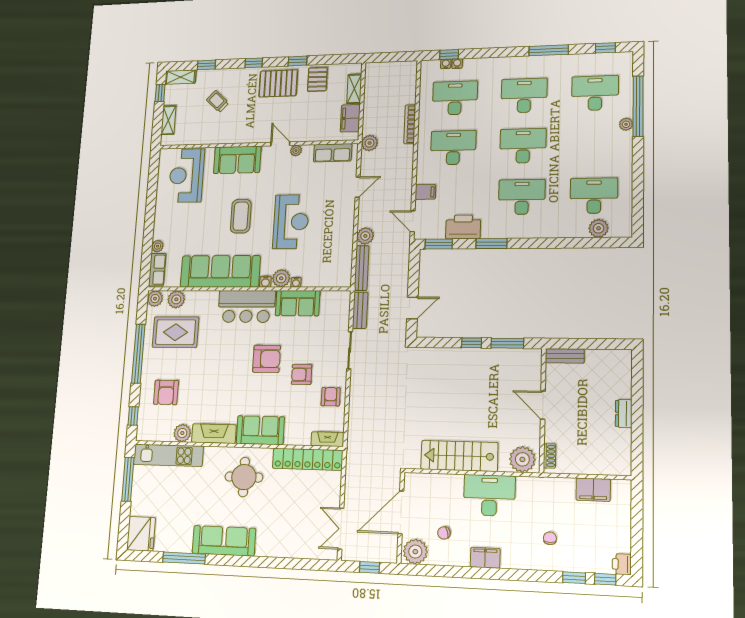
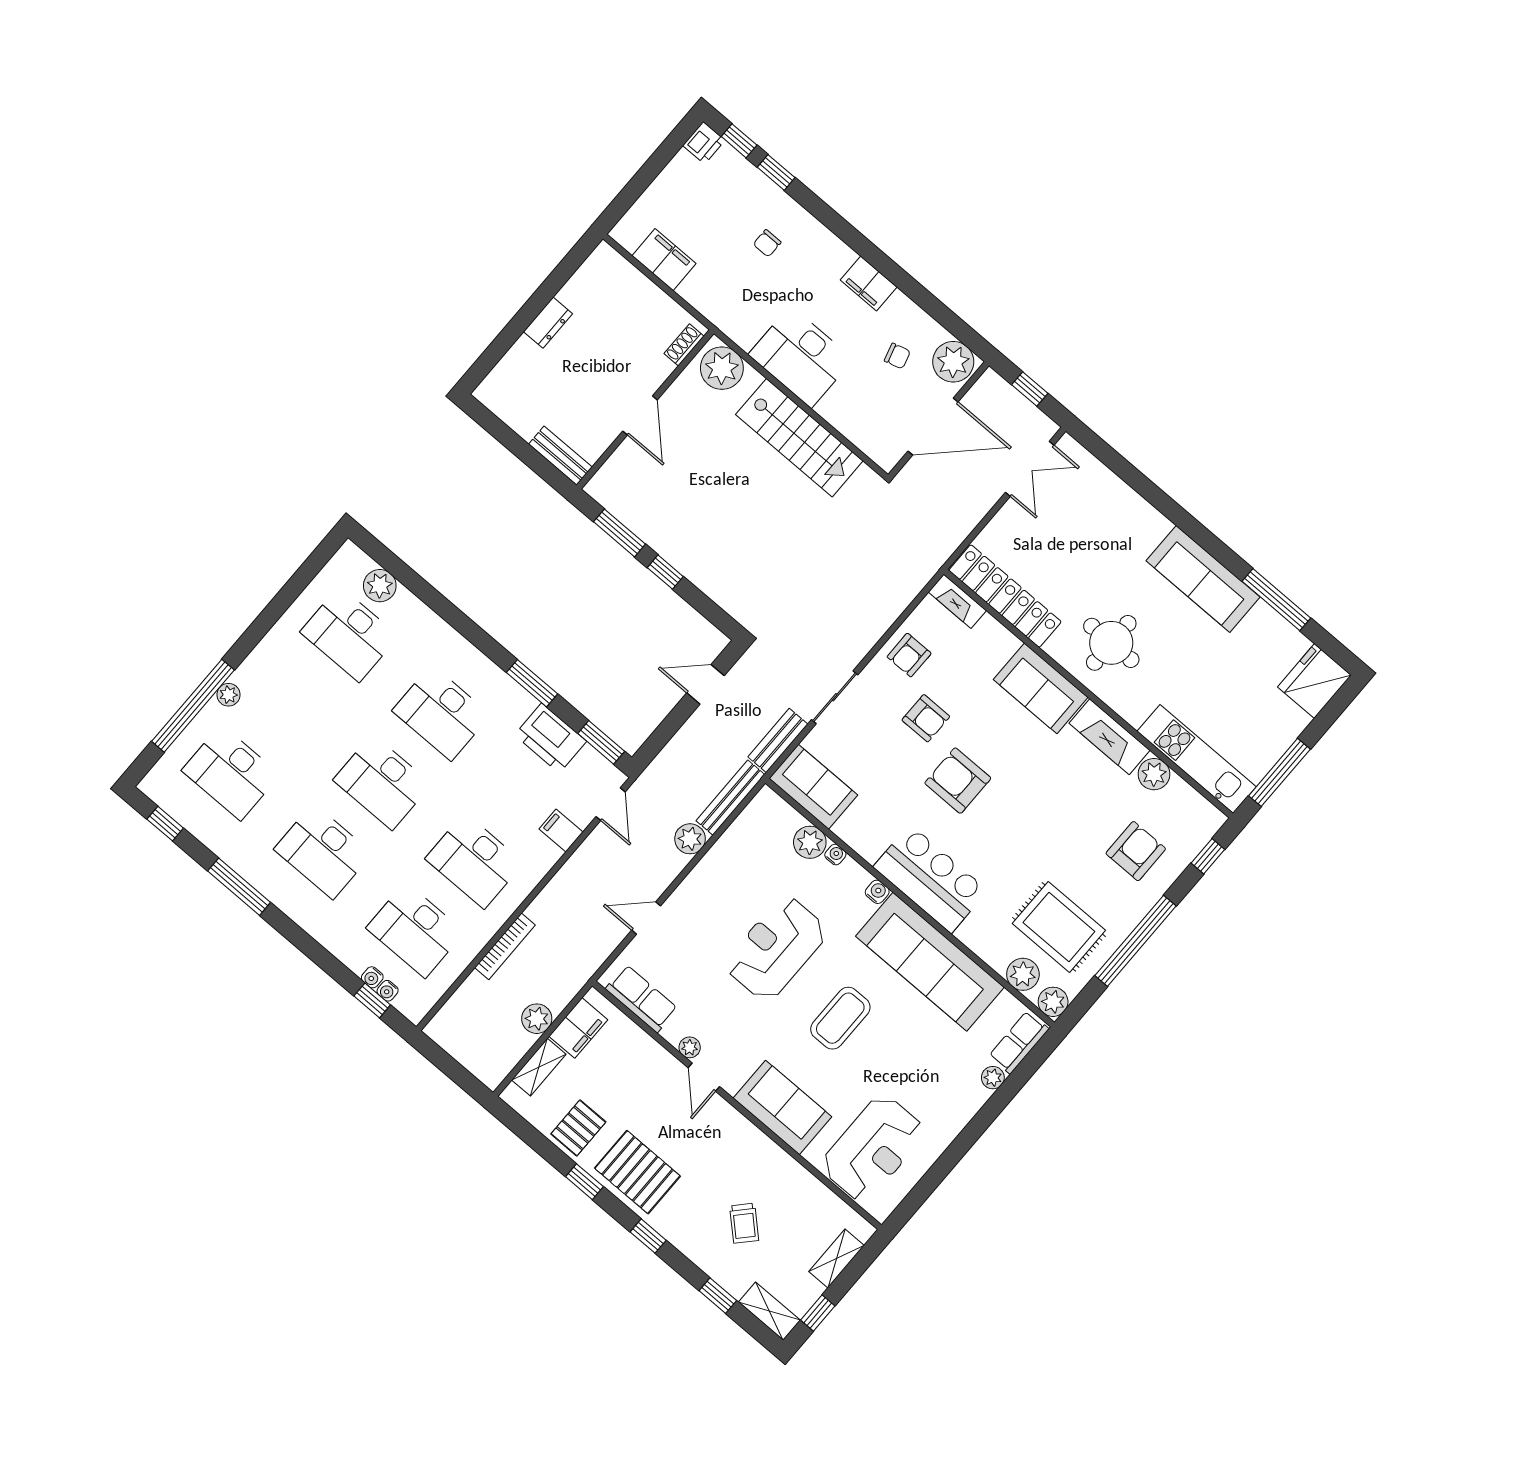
plant: (370, 143) -> (537, 1019), moved
plant: (281, 278) -> (810, 842), moved
sofa: (298, 303) -> (813, 787), moved

